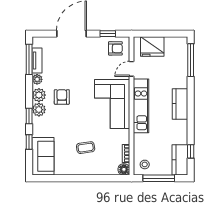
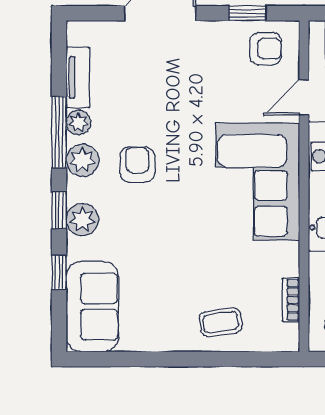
window: (29, 59) -> (59, 132), moved
plant: (39, 110) -> (82, 220), moved
coffee table: (86, 148) -> (221, 322), moved
floor lamp: (124, 169) -> (286, 338), removed

